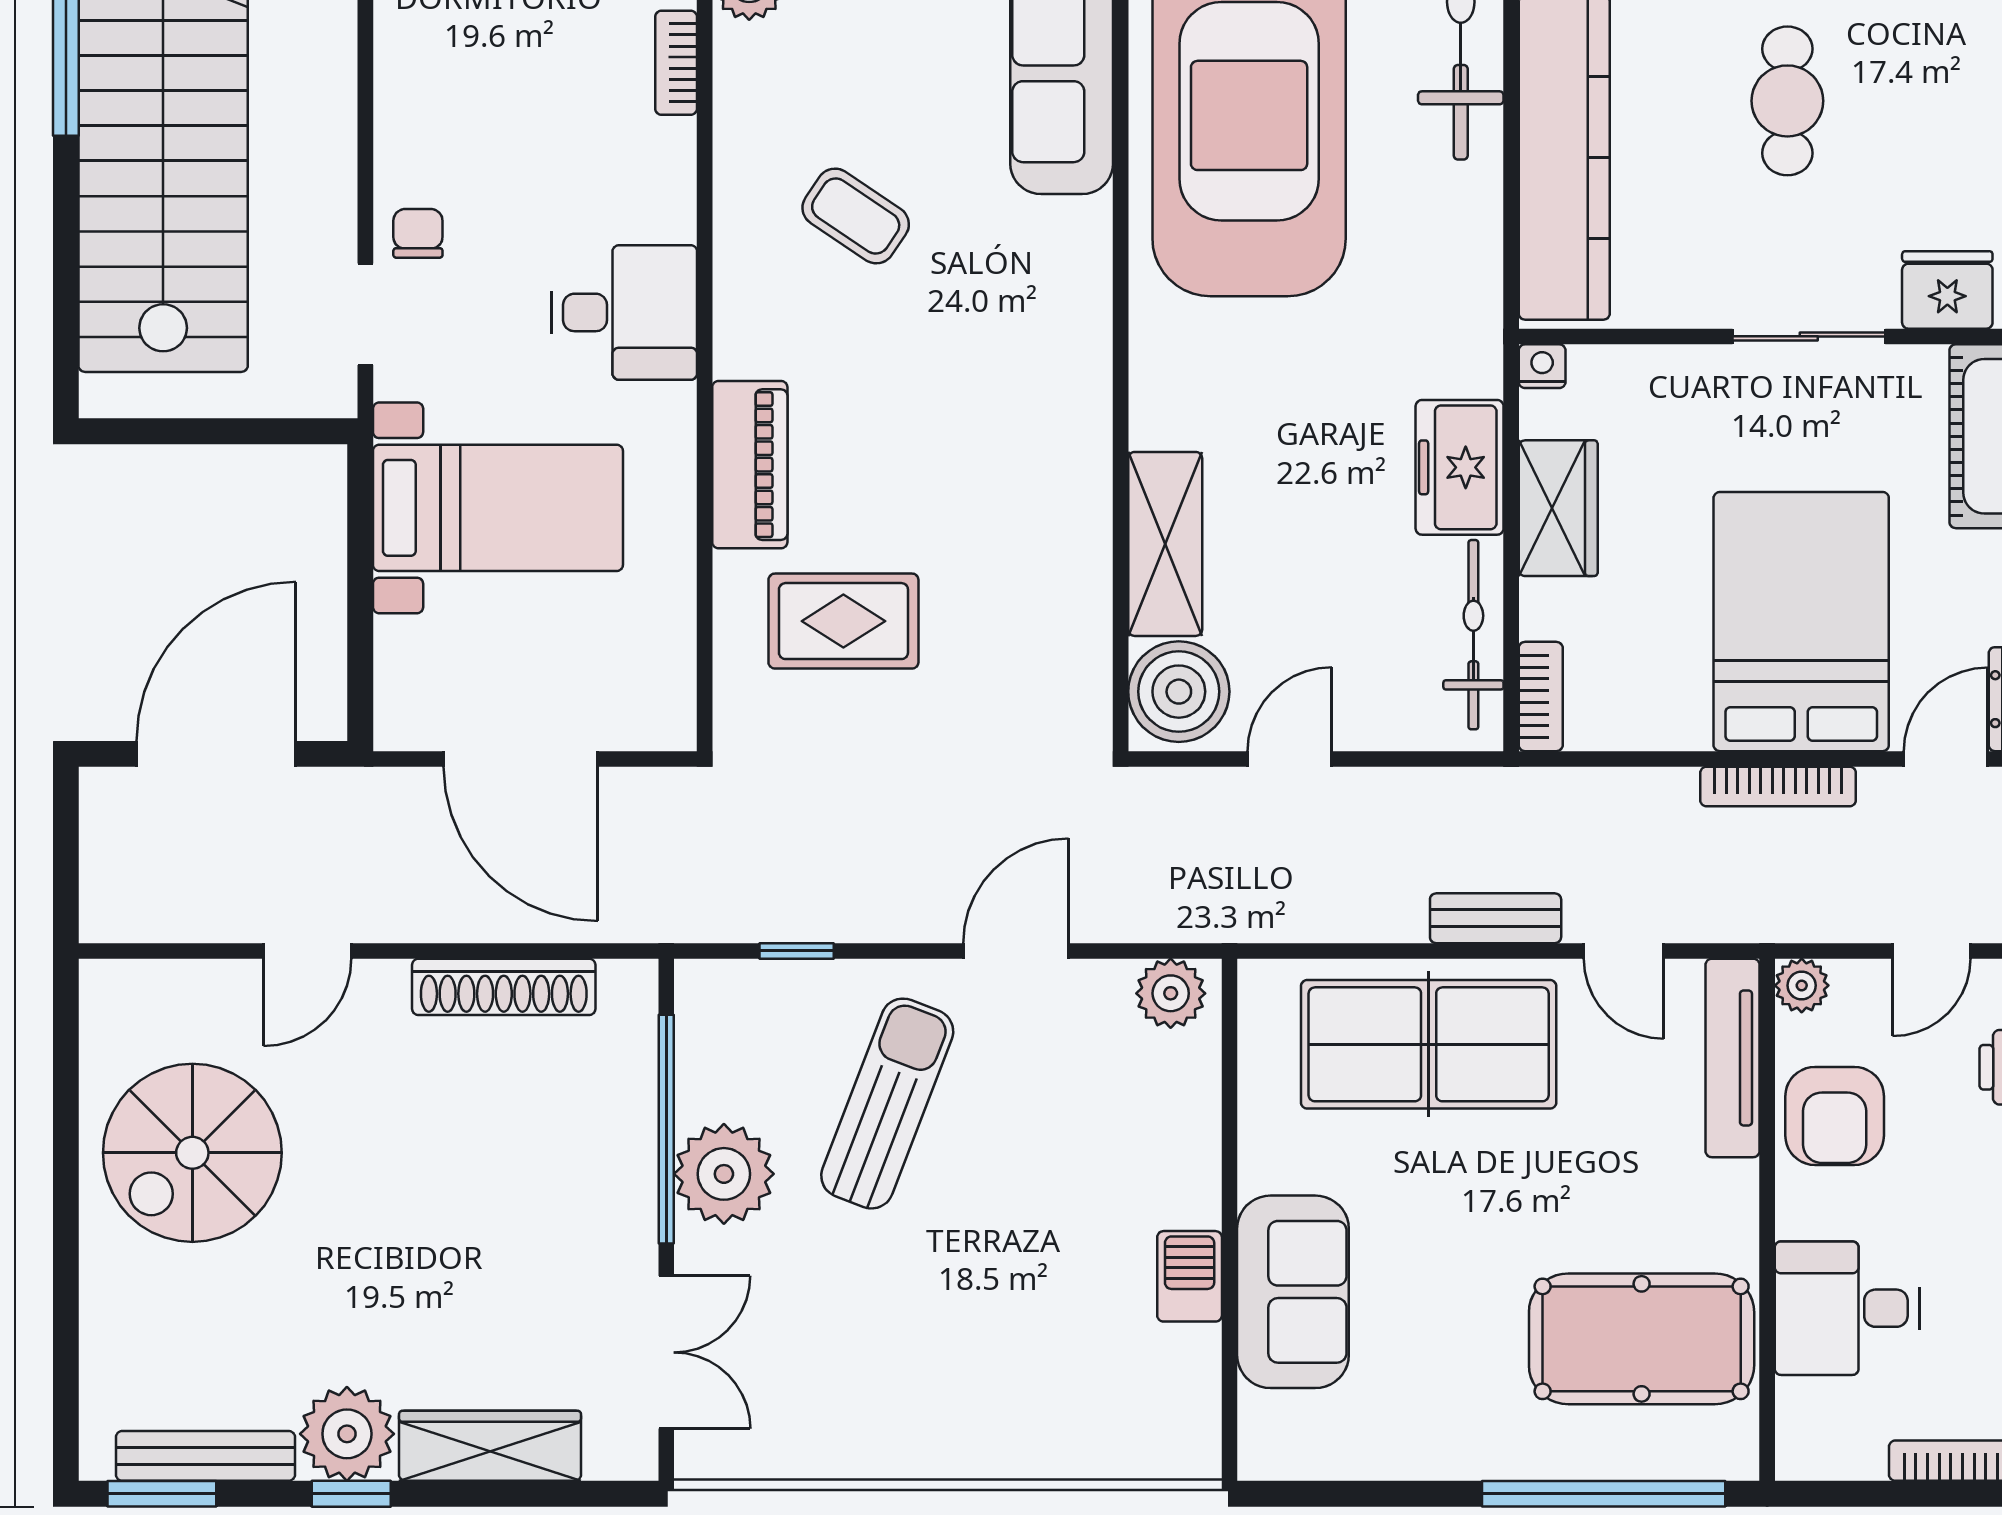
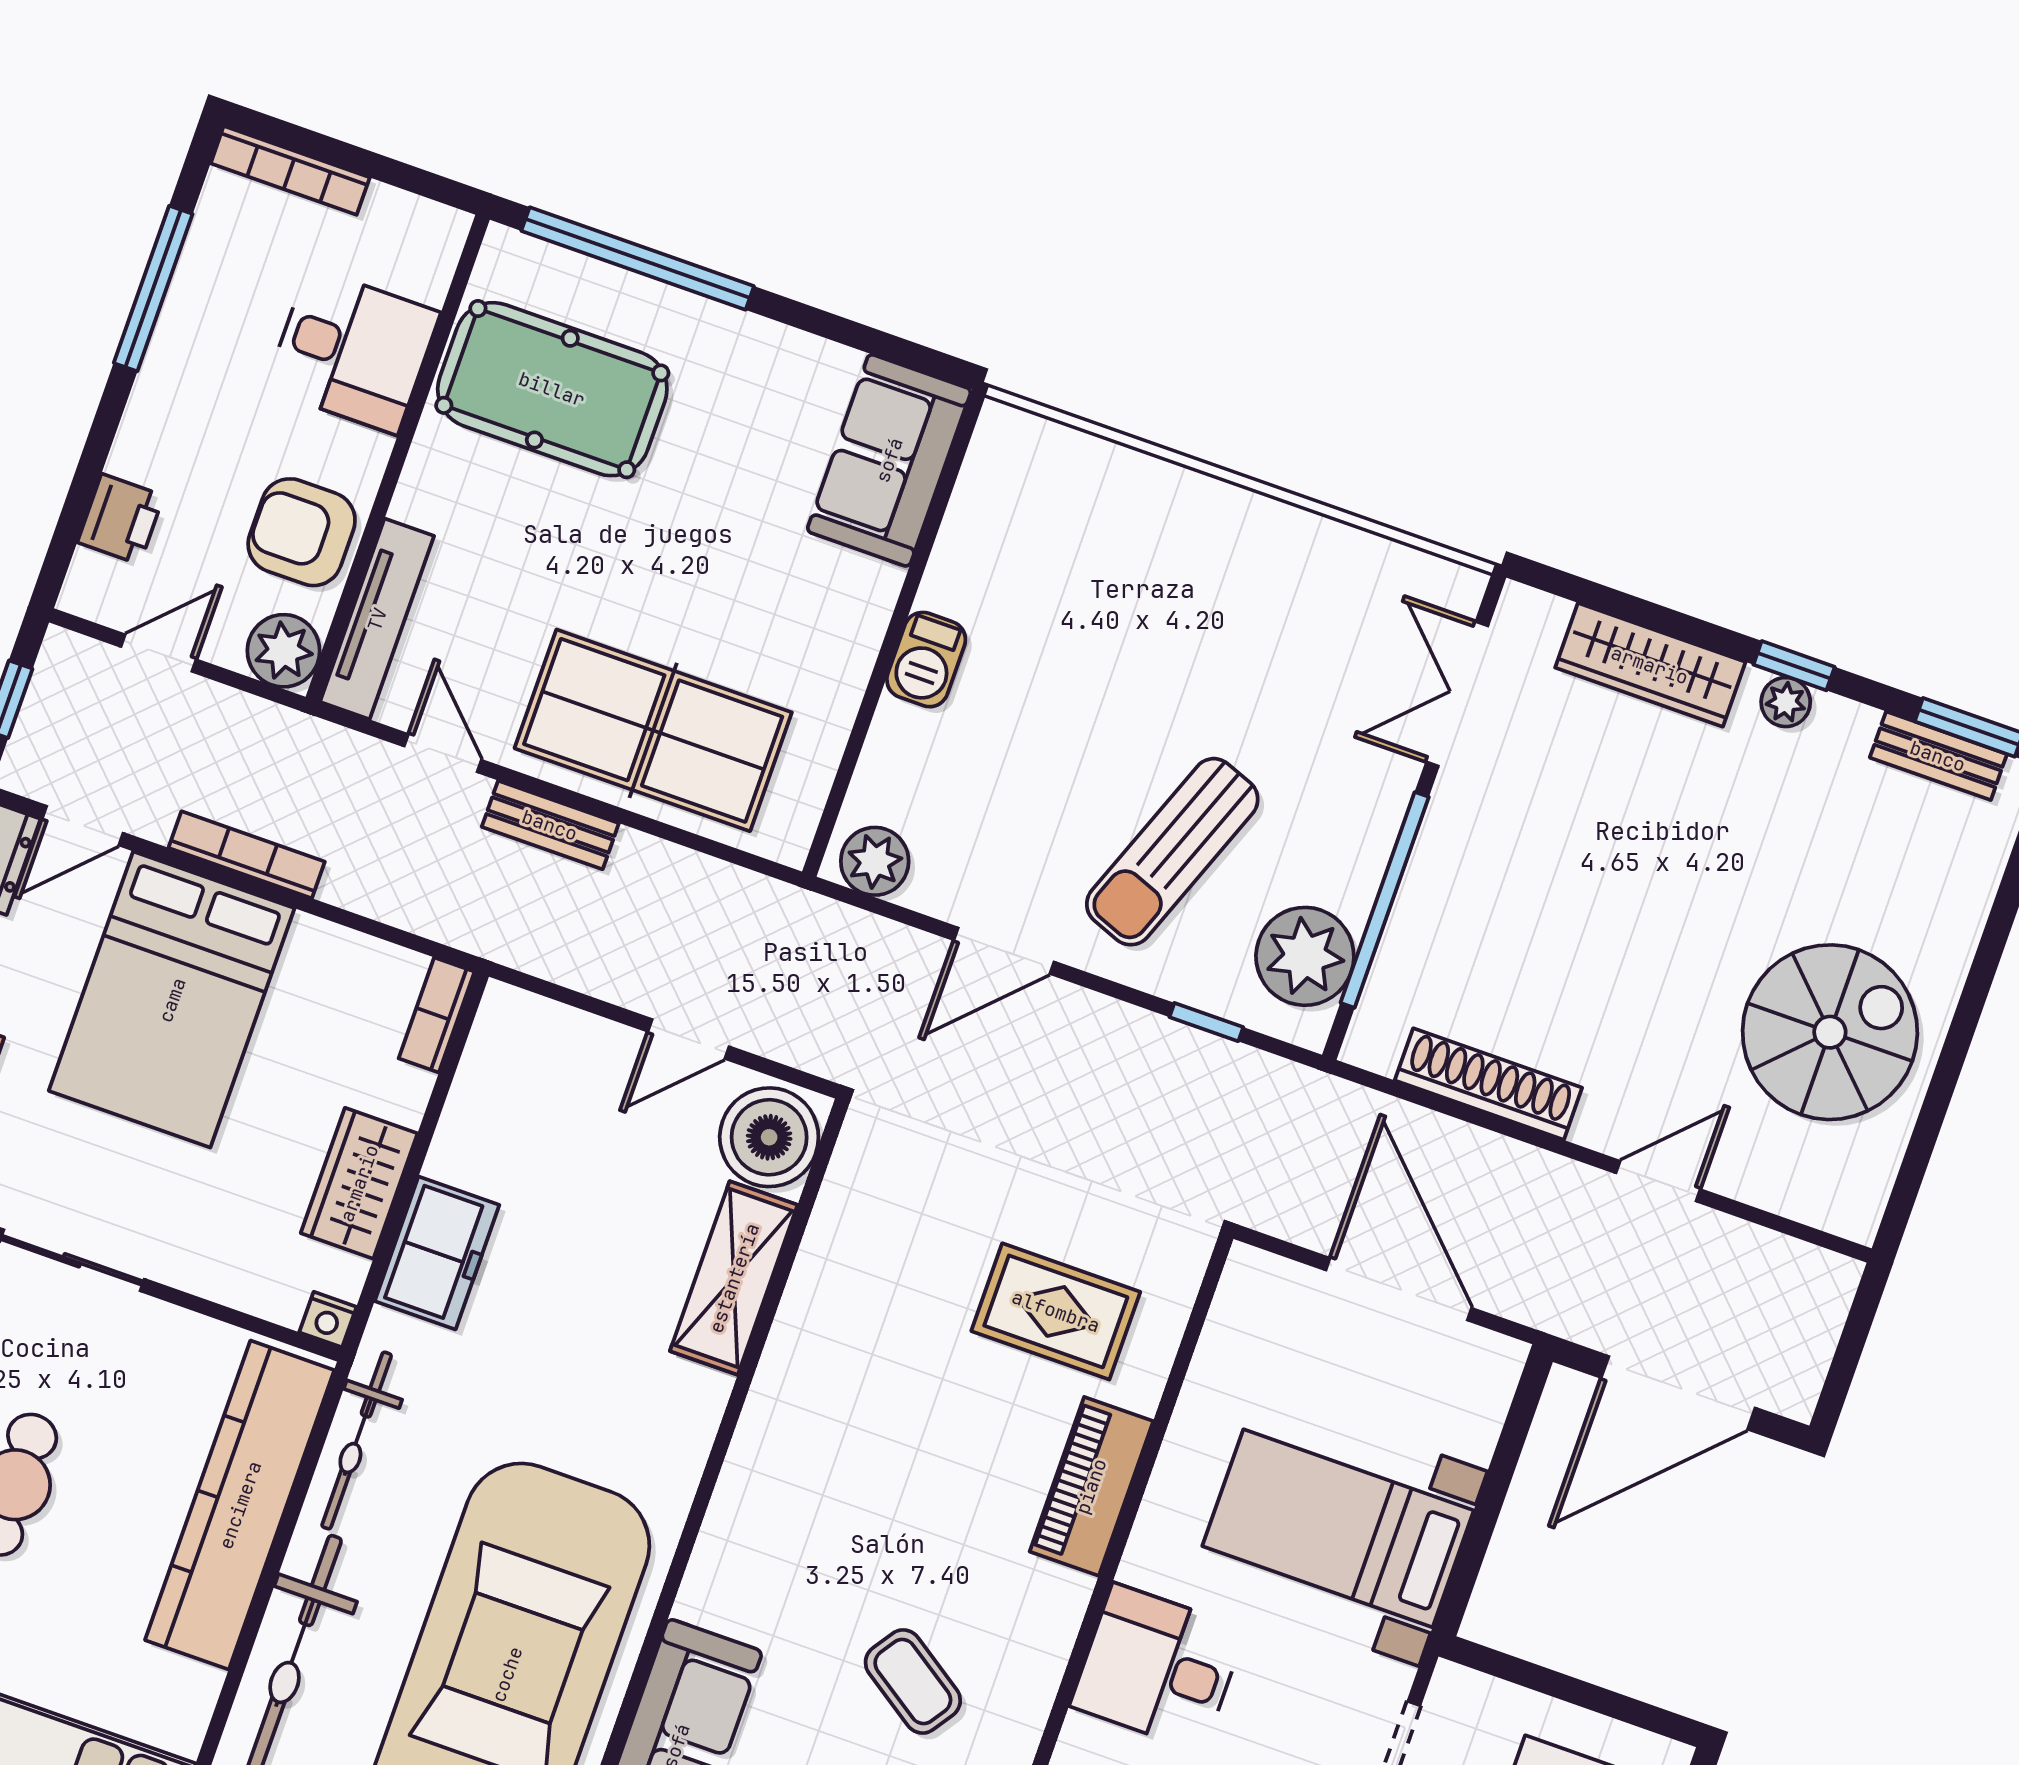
bicycle: (1473, 635) -> (357, 1441), moved
plant: (1802, 985) -> (284, 651), width x1.38, depth x1.38
armchair: (1835, 1116) -> (302, 532), turned -90
plant: (724, 1174) -> (1305, 956), moved
barbecue: (1190, 1276) -> (926, 660), moved
sofa: (1293, 1292) -> (889, 460), moved
plant: (347, 1434) -> (1786, 702), width x0.53, depth x0.53
bench: (205, 1456) -> (1938, 756), width x0.73

